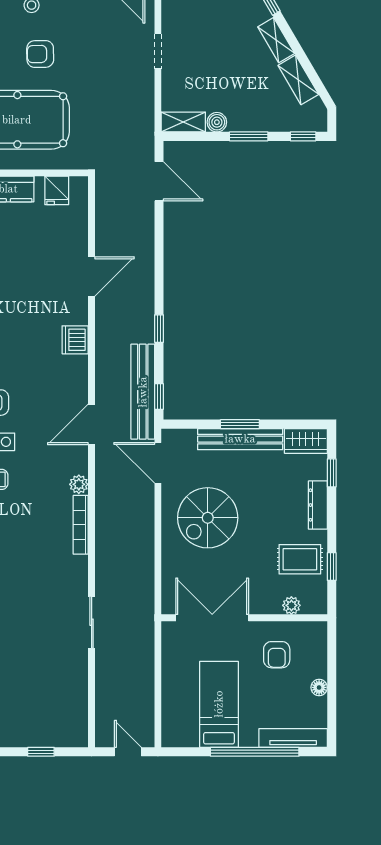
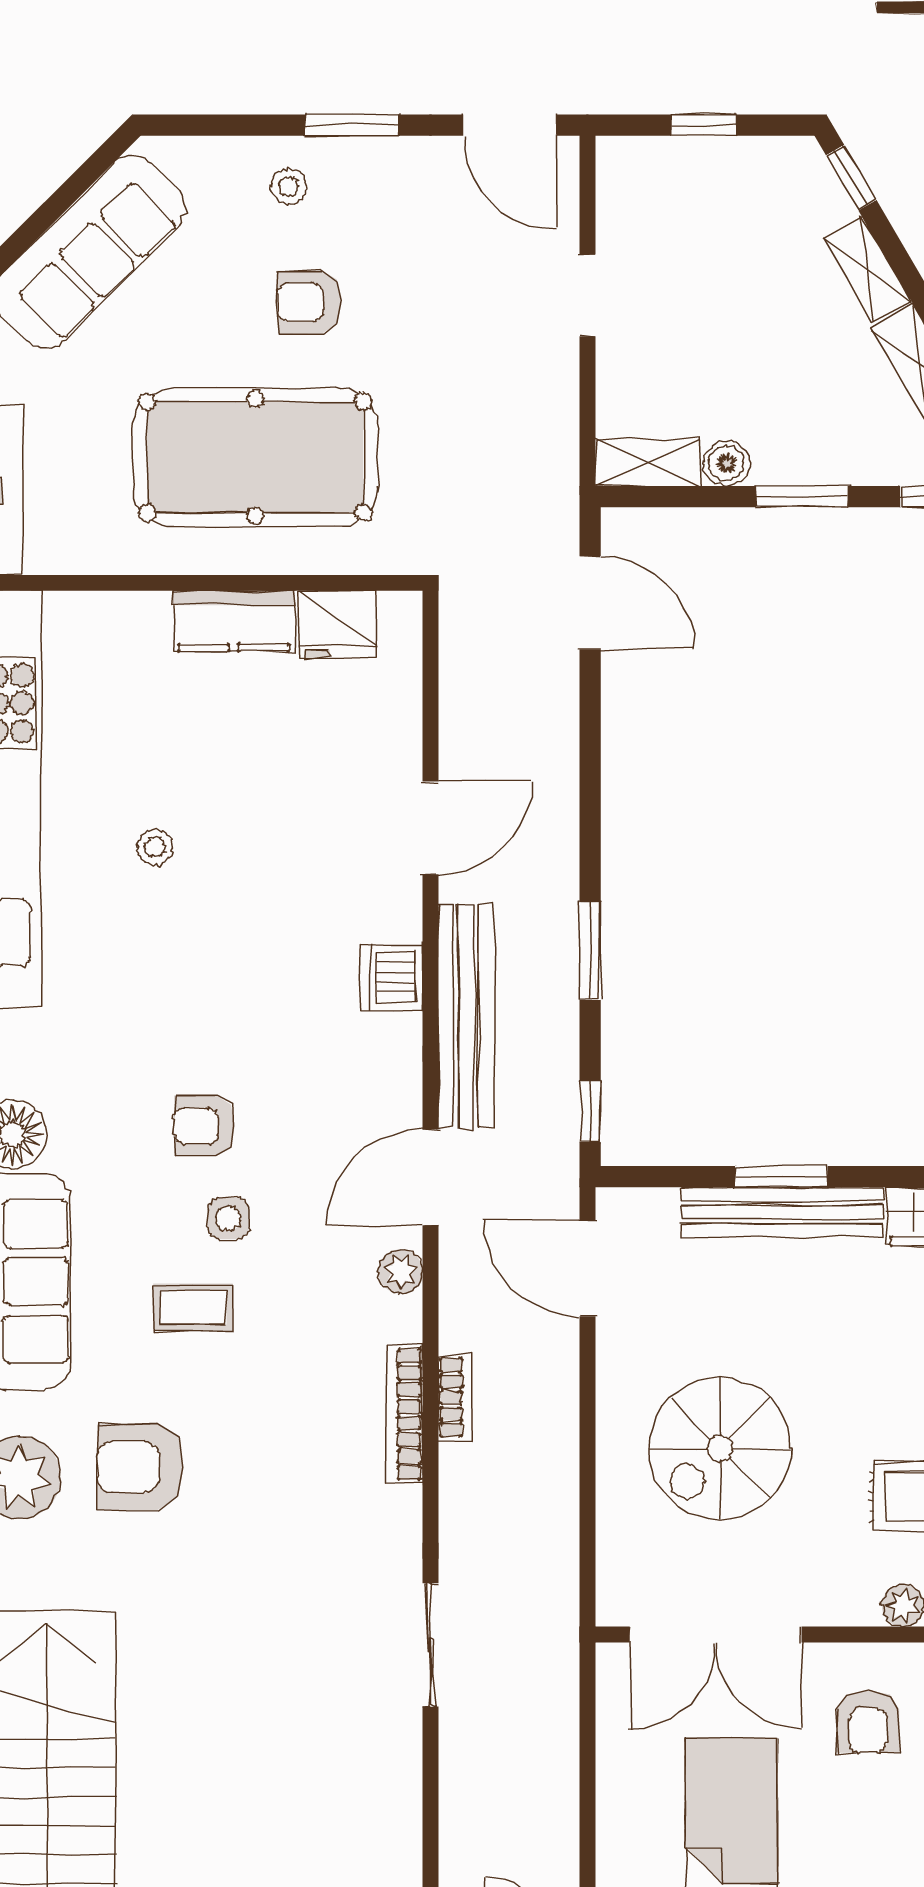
fridge: (57, 190) -> (338, 624), width x1.38
window: (159, 329) -> (590, 951), width x1.50
bench: (143, 392) -> (466, 1016), moved
plant: (79, 484) -> (400, 1271), moved
bookcase: (102, 517) -> (455, 1397), added
spiral stairs: (208, 518) -> (720, 1448), moved
double door: (212, 618) -> (716, 1635), swing flipped

